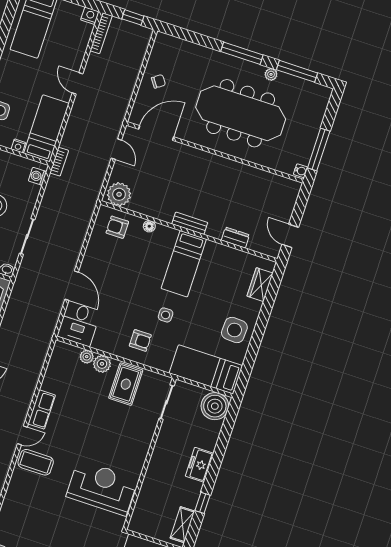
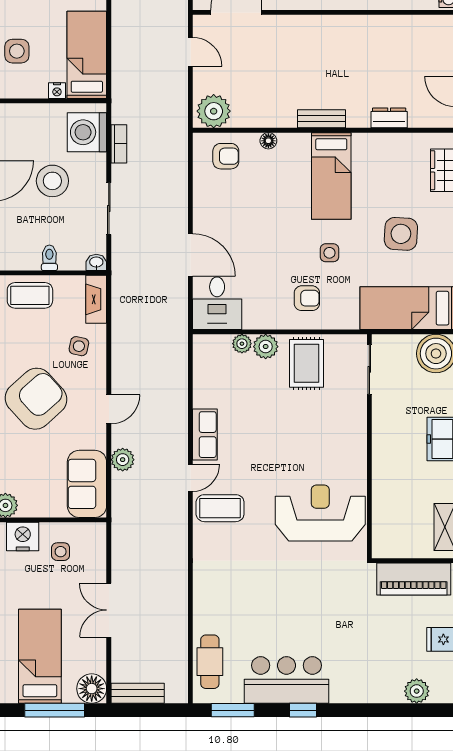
bookcase: (59, 162) -> (119, 144), moved
washing machine: (37, 176) -> (87, 132), width x1.89, depth x1.89
armchair: (117, 227) -> (226, 156), turned 180
side table: (234, 330) -> (401, 234), moved

